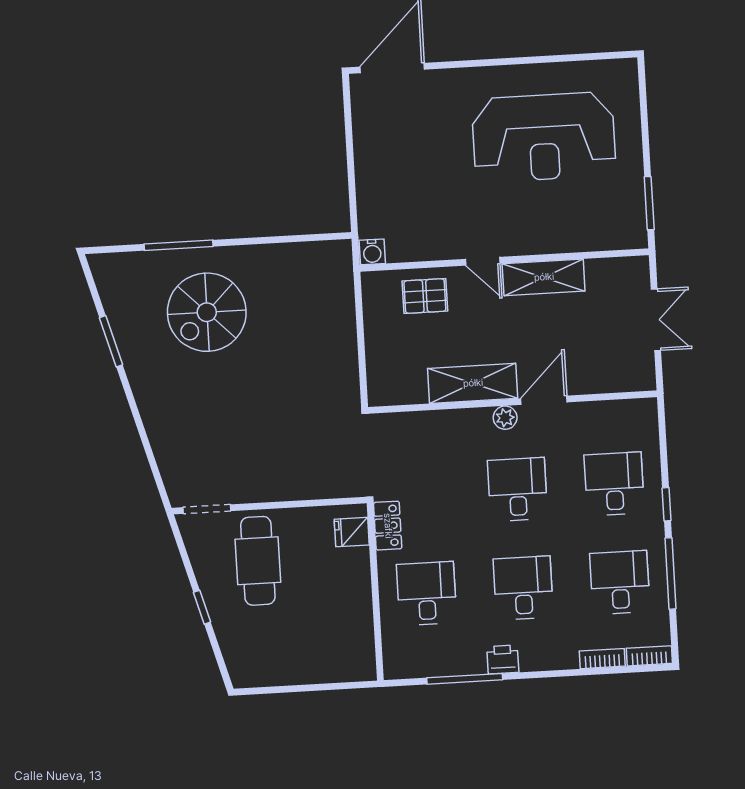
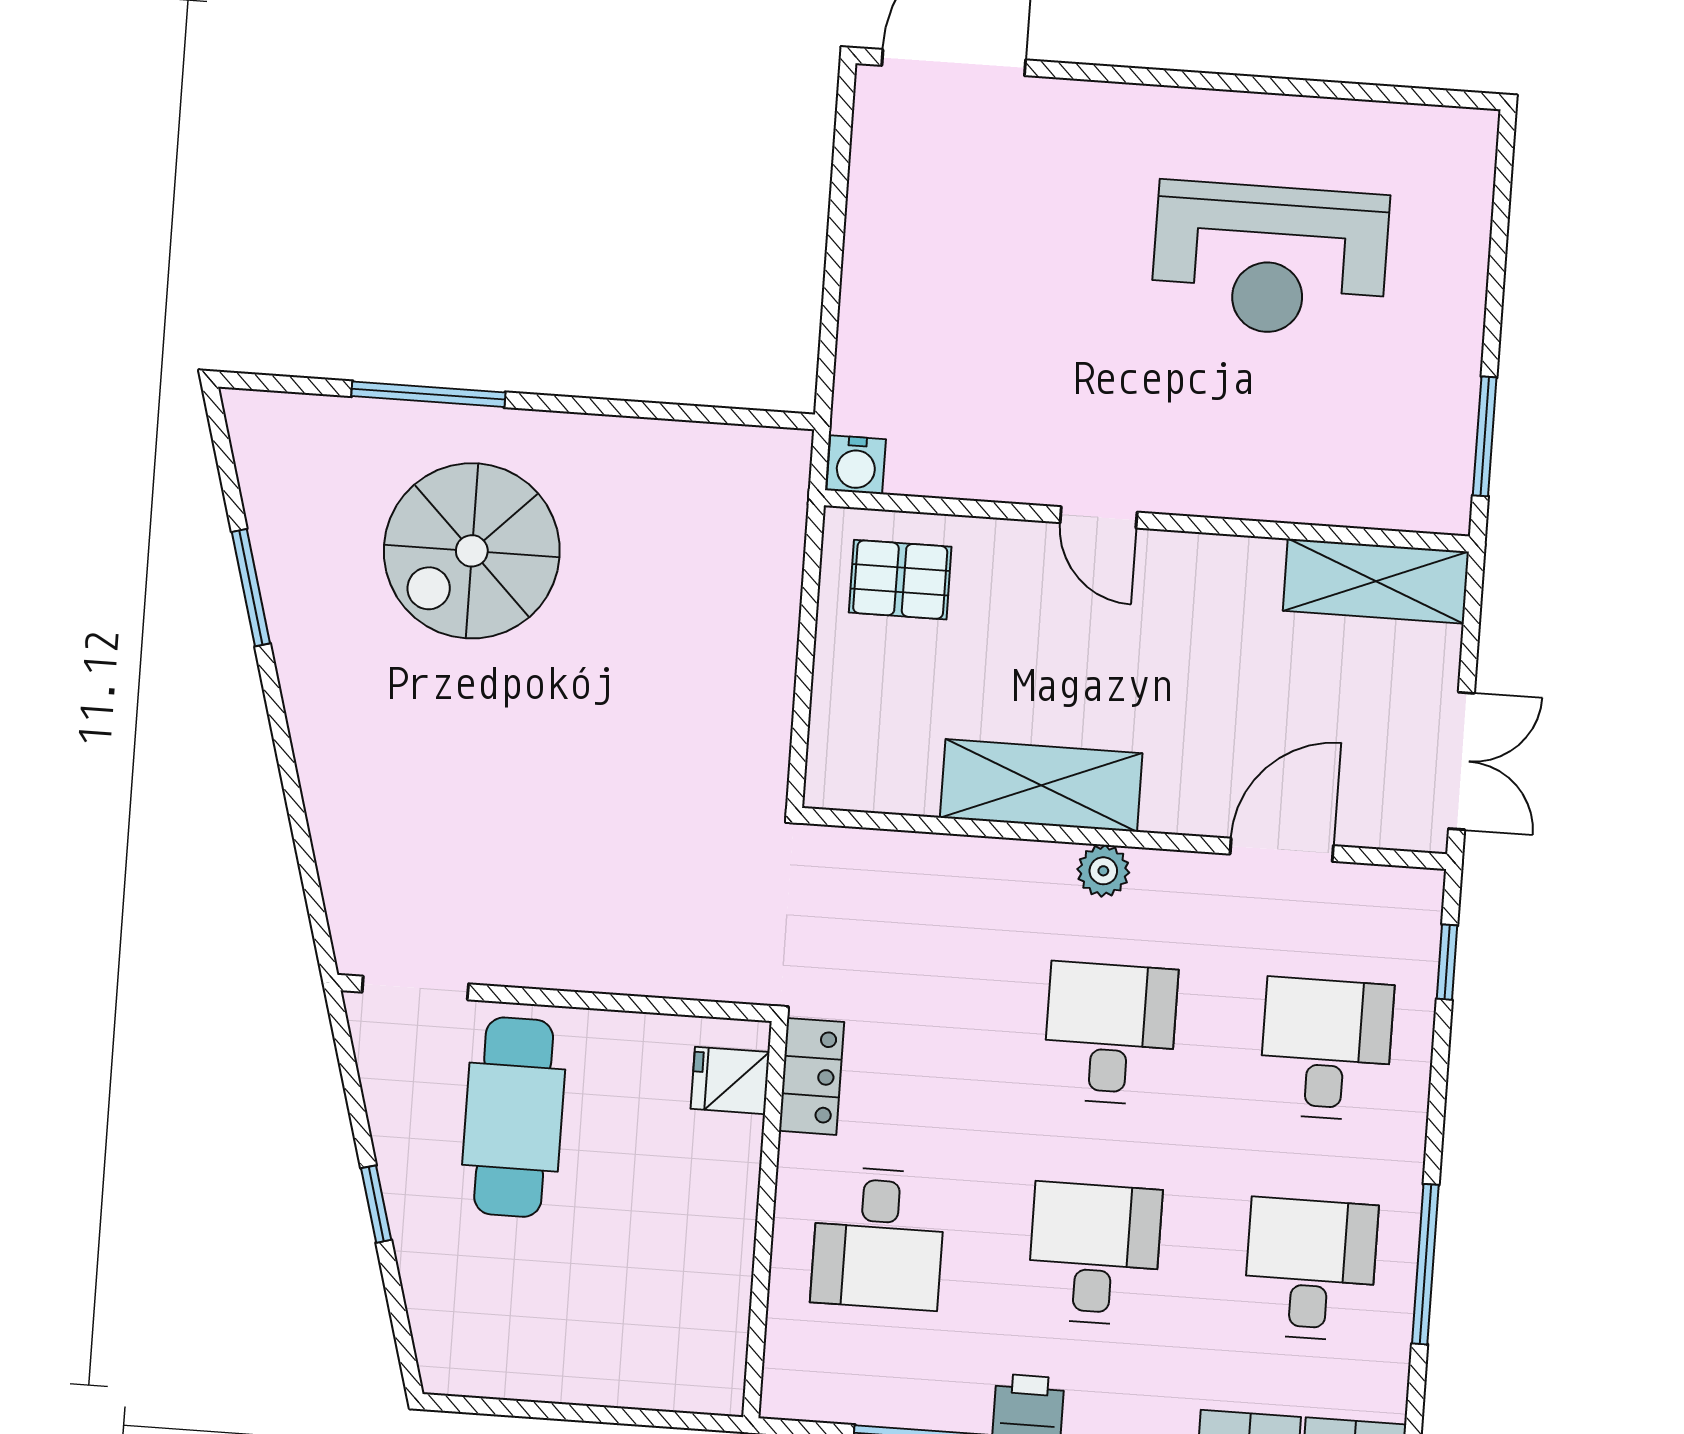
reception desk: (544, 137) -> (1270, 259), width x0.74, depth x0.77
shelving: (544, 277) -> (1376, 581), moved
pallet: (425, 296) -> (900, 580), moved
double door: (656, 320) -> (1461, 761), moved
door: (544, 400) -> (1282, 850), moved
window: (667, 504) -> (1447, 962), moved
desk: (427, 593) -> (878, 1238), turned 180

